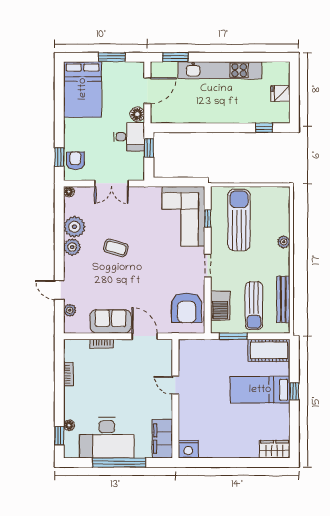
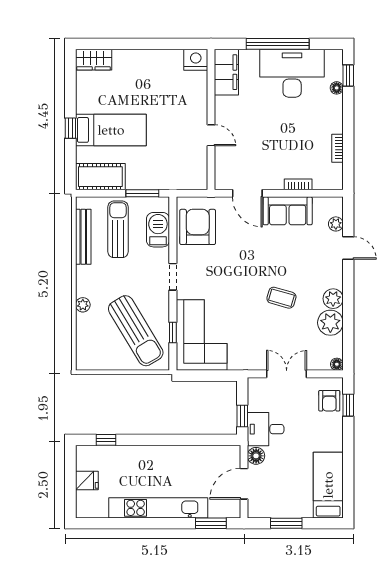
bed: (83, 89) -> (328, 485), width x0.67
sun lounger: (239, 220) -> (136, 331), turned -31

